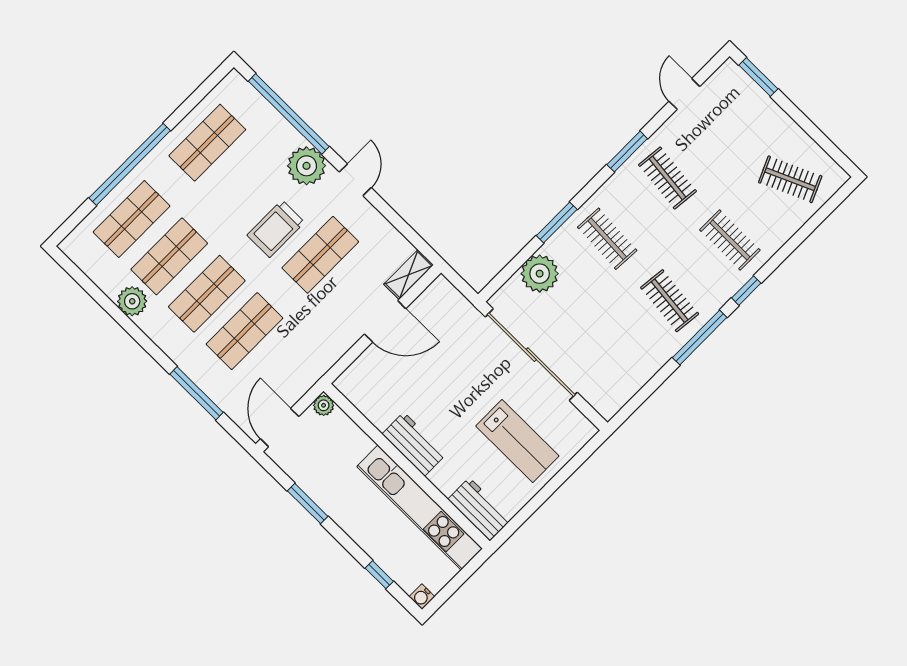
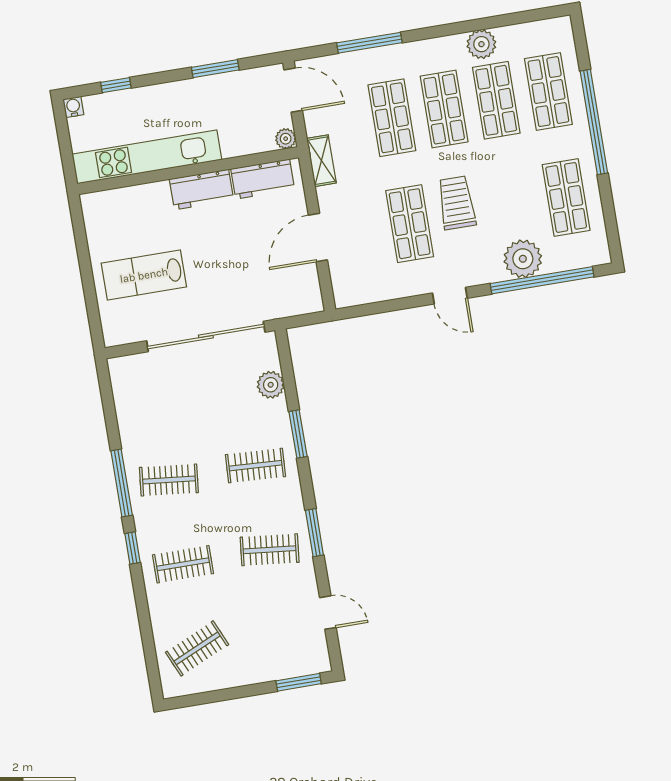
plant: (307, 166) -> (523, 259), moved
plant: (540, 274) -> (271, 385), width x0.73, depth x0.73
shelving: (409, 275) -> (321, 161), moved
workbench: (480, 509) -> (263, 179), moved

